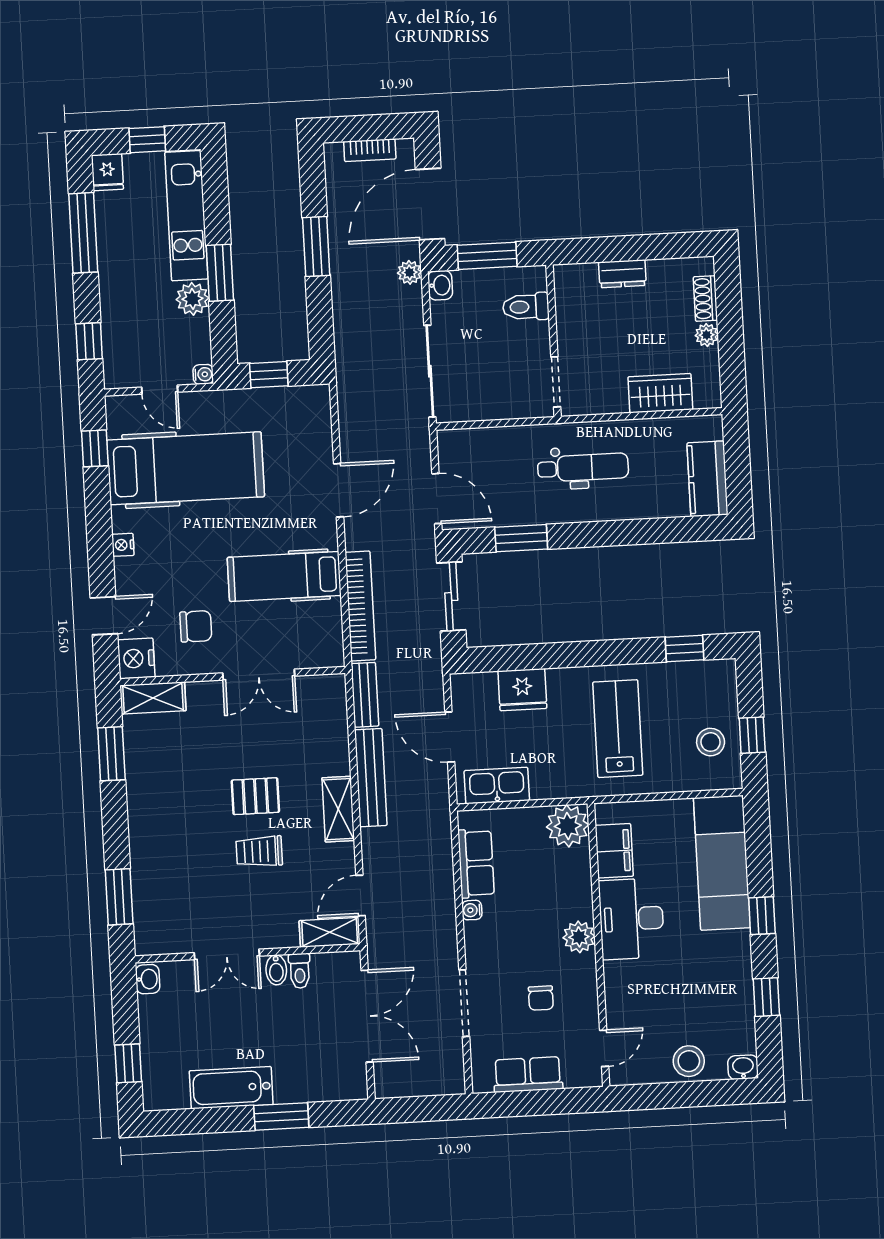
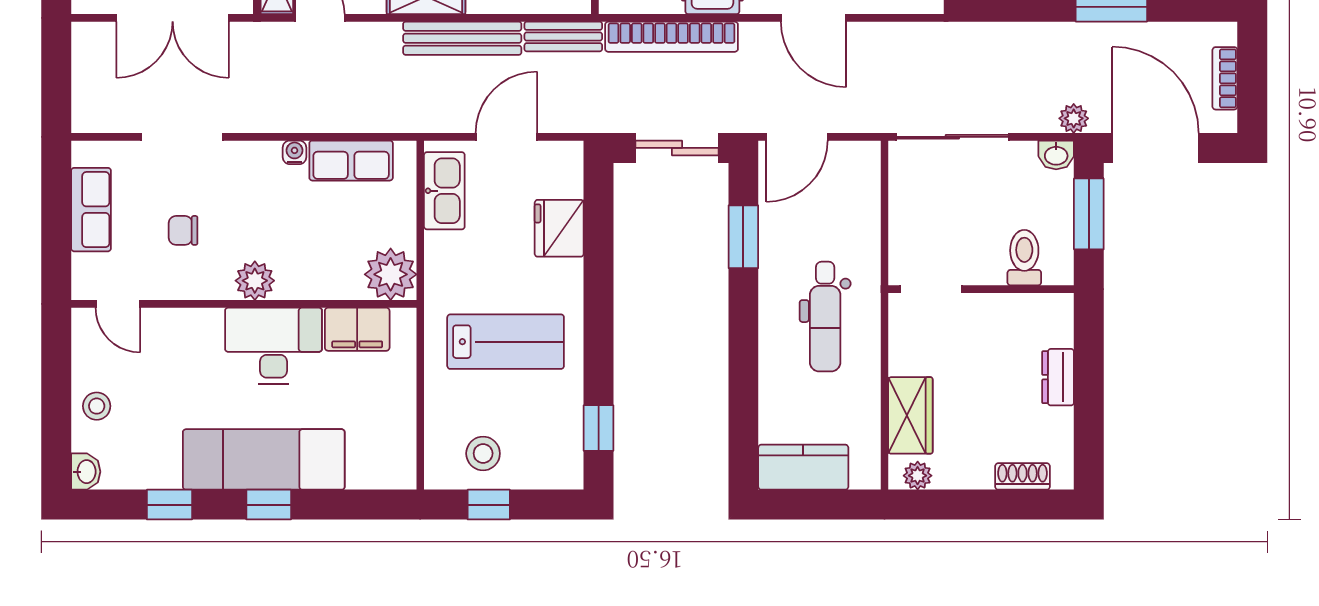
plant: (707, 335) -> (918, 476), moved
exam couch: (722, 863) -> (264, 459), moved
stool: (689, 1061) -> (97, 406), width x0.73, depth x0.73

